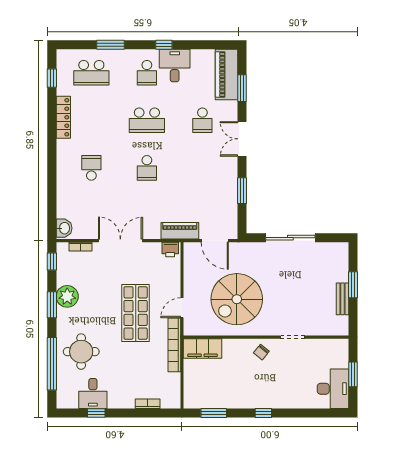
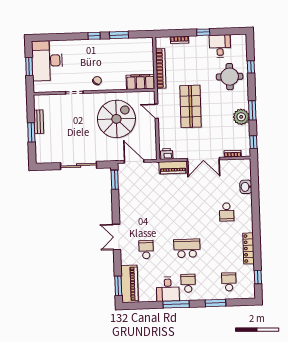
window: (164, 45) -> (176, 304), width x2.17
school desk: (91, 73) -> (229, 282), width x0.54
window: (242, 88) -> (118, 286), moved
double door: (242, 139) -> (117, 237), swing flipped
school desk: (147, 168) -> (186, 213), removed
window: (242, 191) -> (115, 180), moved
washbasin: (64, 228) -> (246, 187), moved
piano: (180, 231) -> (173, 167), moved
door: (182, 308) -> (157, 111), swing flipped
bookcase: (174, 345) -> (161, 68), moved
window: (52, 364) -> (251, 67), width x0.32
desk: (333, 389) -> (47, 61), width x1.36, depth x1.30
window: (96, 413) -> (203, 32), moved
window: (214, 413) -> (119, 35), moved

